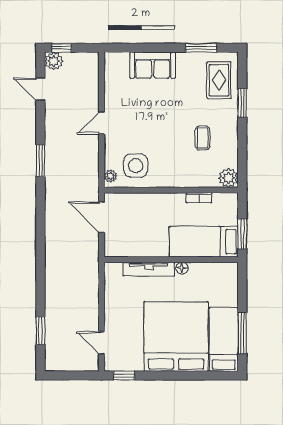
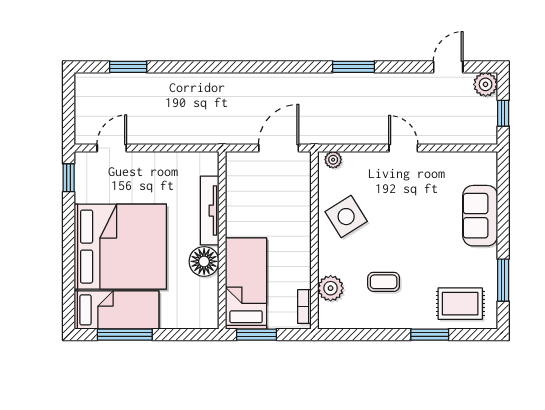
window: (62, 48) -> (503, 113), moved
side table: (136, 166) -> (346, 217), moved, turned -32
plant: (228, 178) -> (331, 288), moved
bookcase: (199, 198) -> (304, 307), moved
floor lamp: (182, 268) -> (204, 261), width x1.89, depth x1.89

